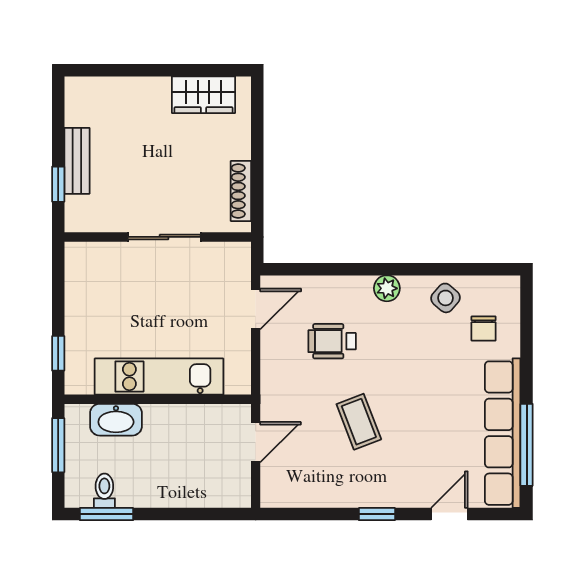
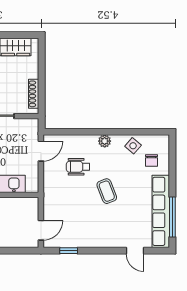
coffee table: (359, 422) -> (107, 191), moved
door: (256, 442) -> (41, 230), moved
window: (377, 514) -> (69, 251), moved
door: (449, 514) -> (135, 251), swing flipped

